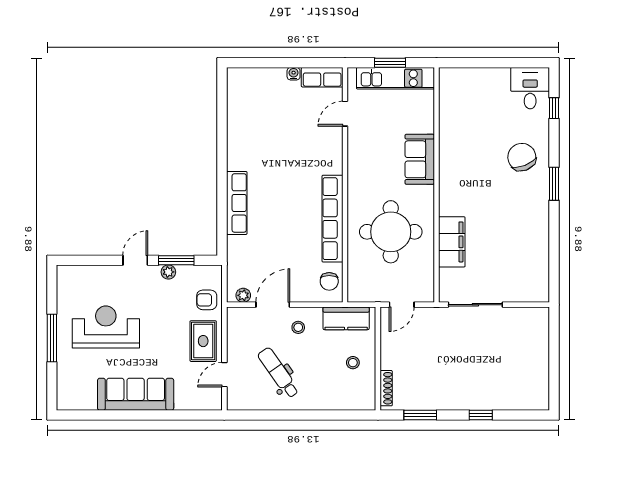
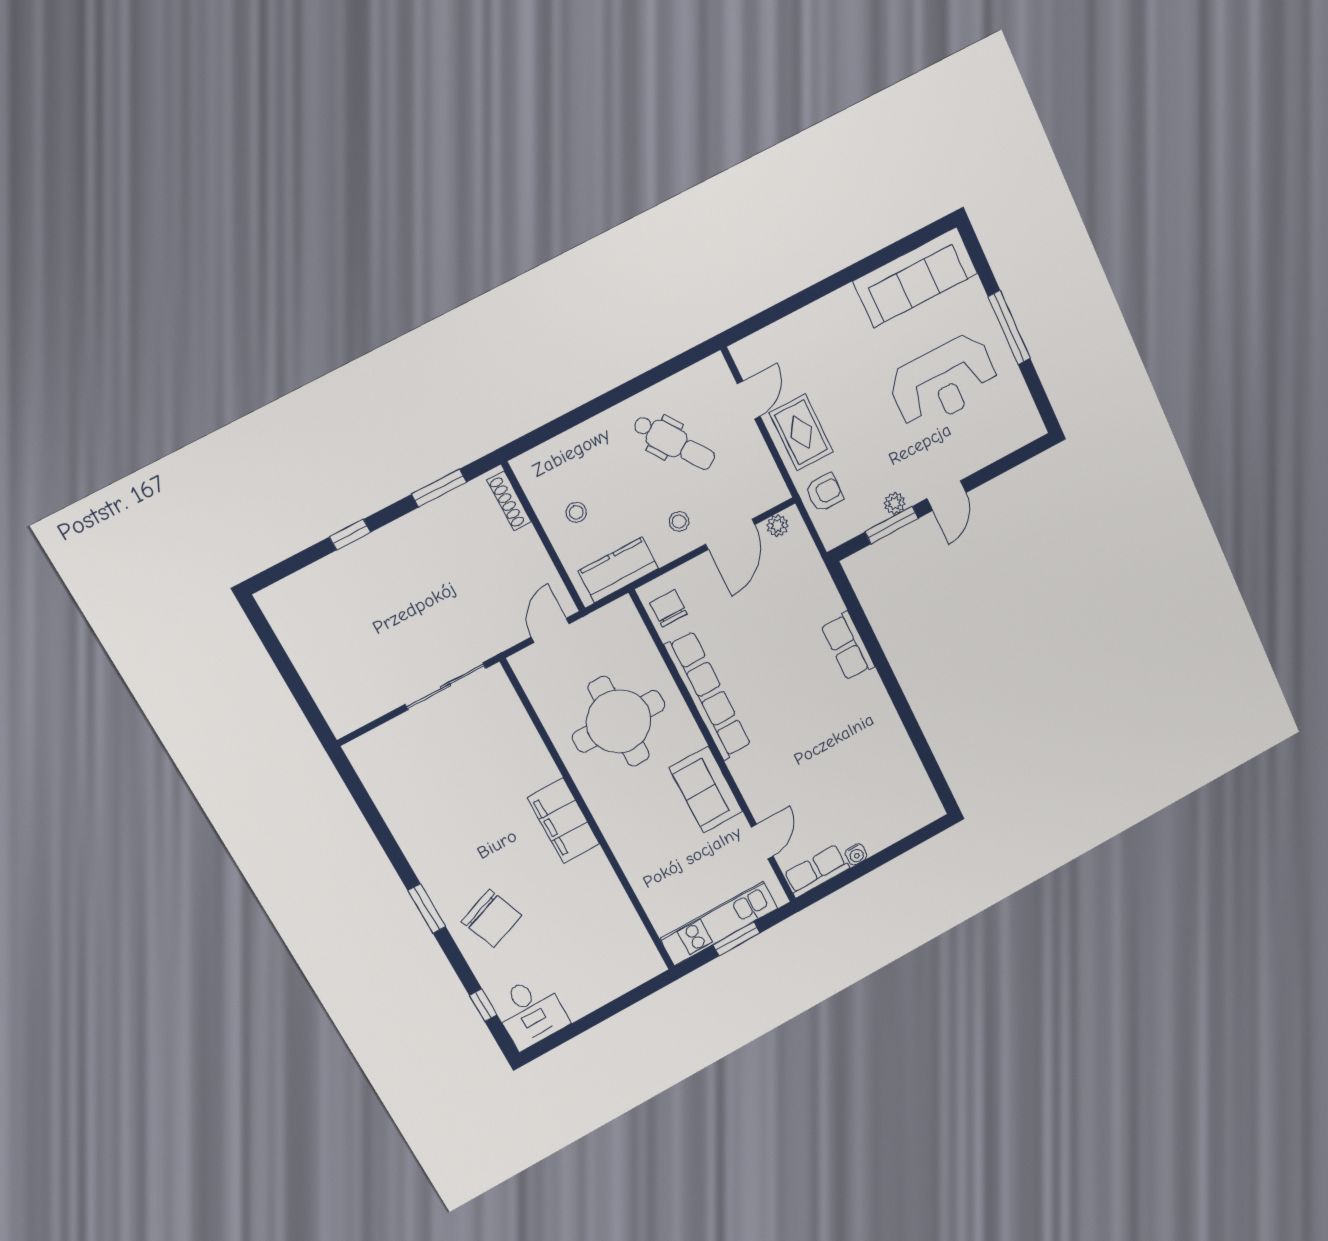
sofa: (420, 159) -> (706, 790), moved, turned 180
row of seats: (237, 203) -> (848, 646), width x0.68
filing cabinet: (452, 242) -> (563, 821), moved
sofa: (136, 394) -> (915, 277), moved

